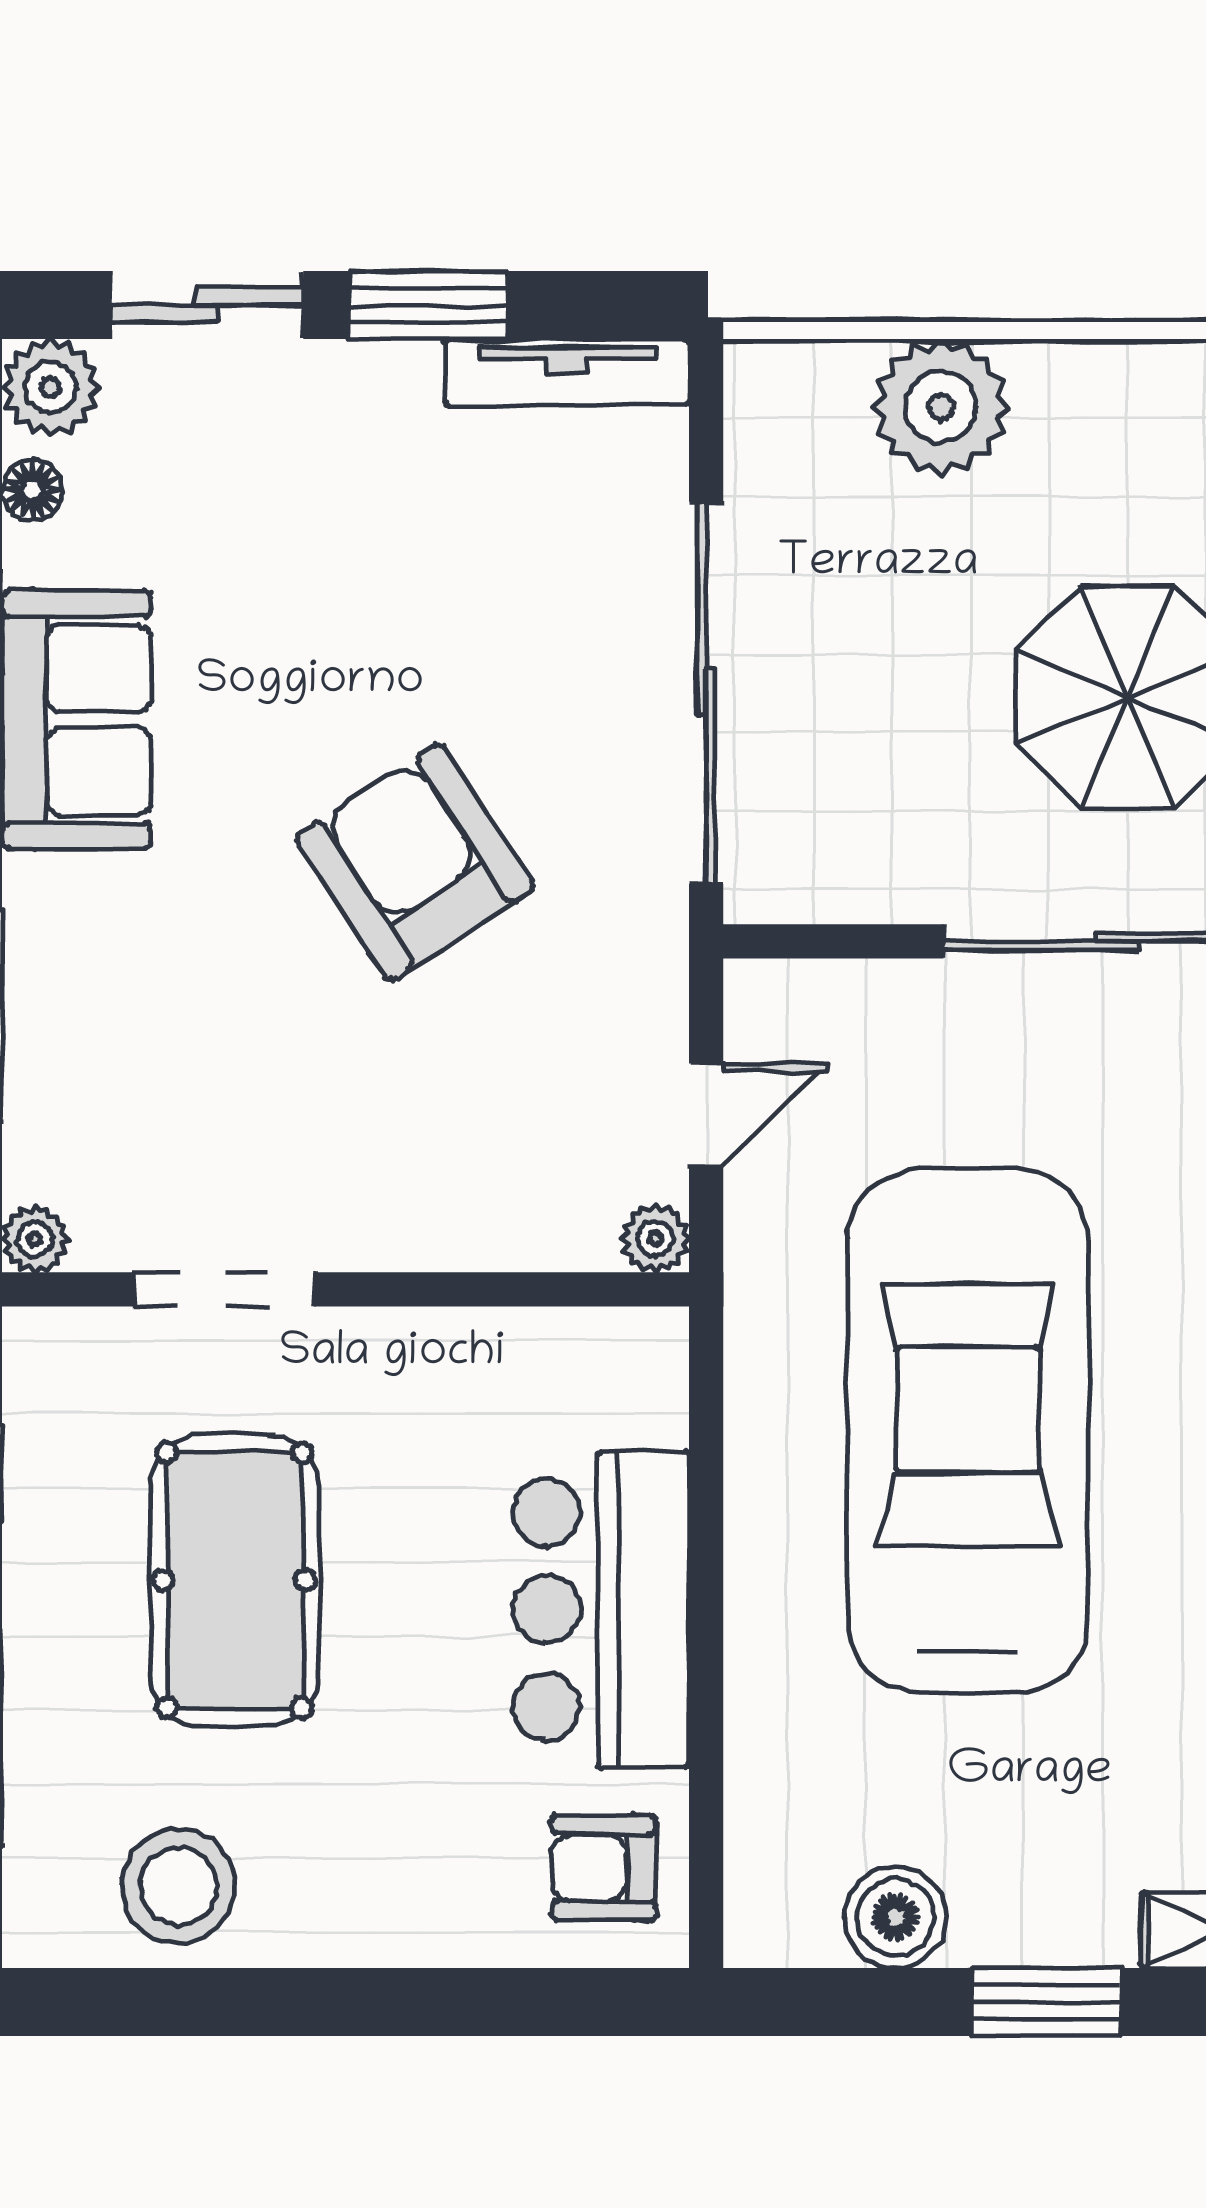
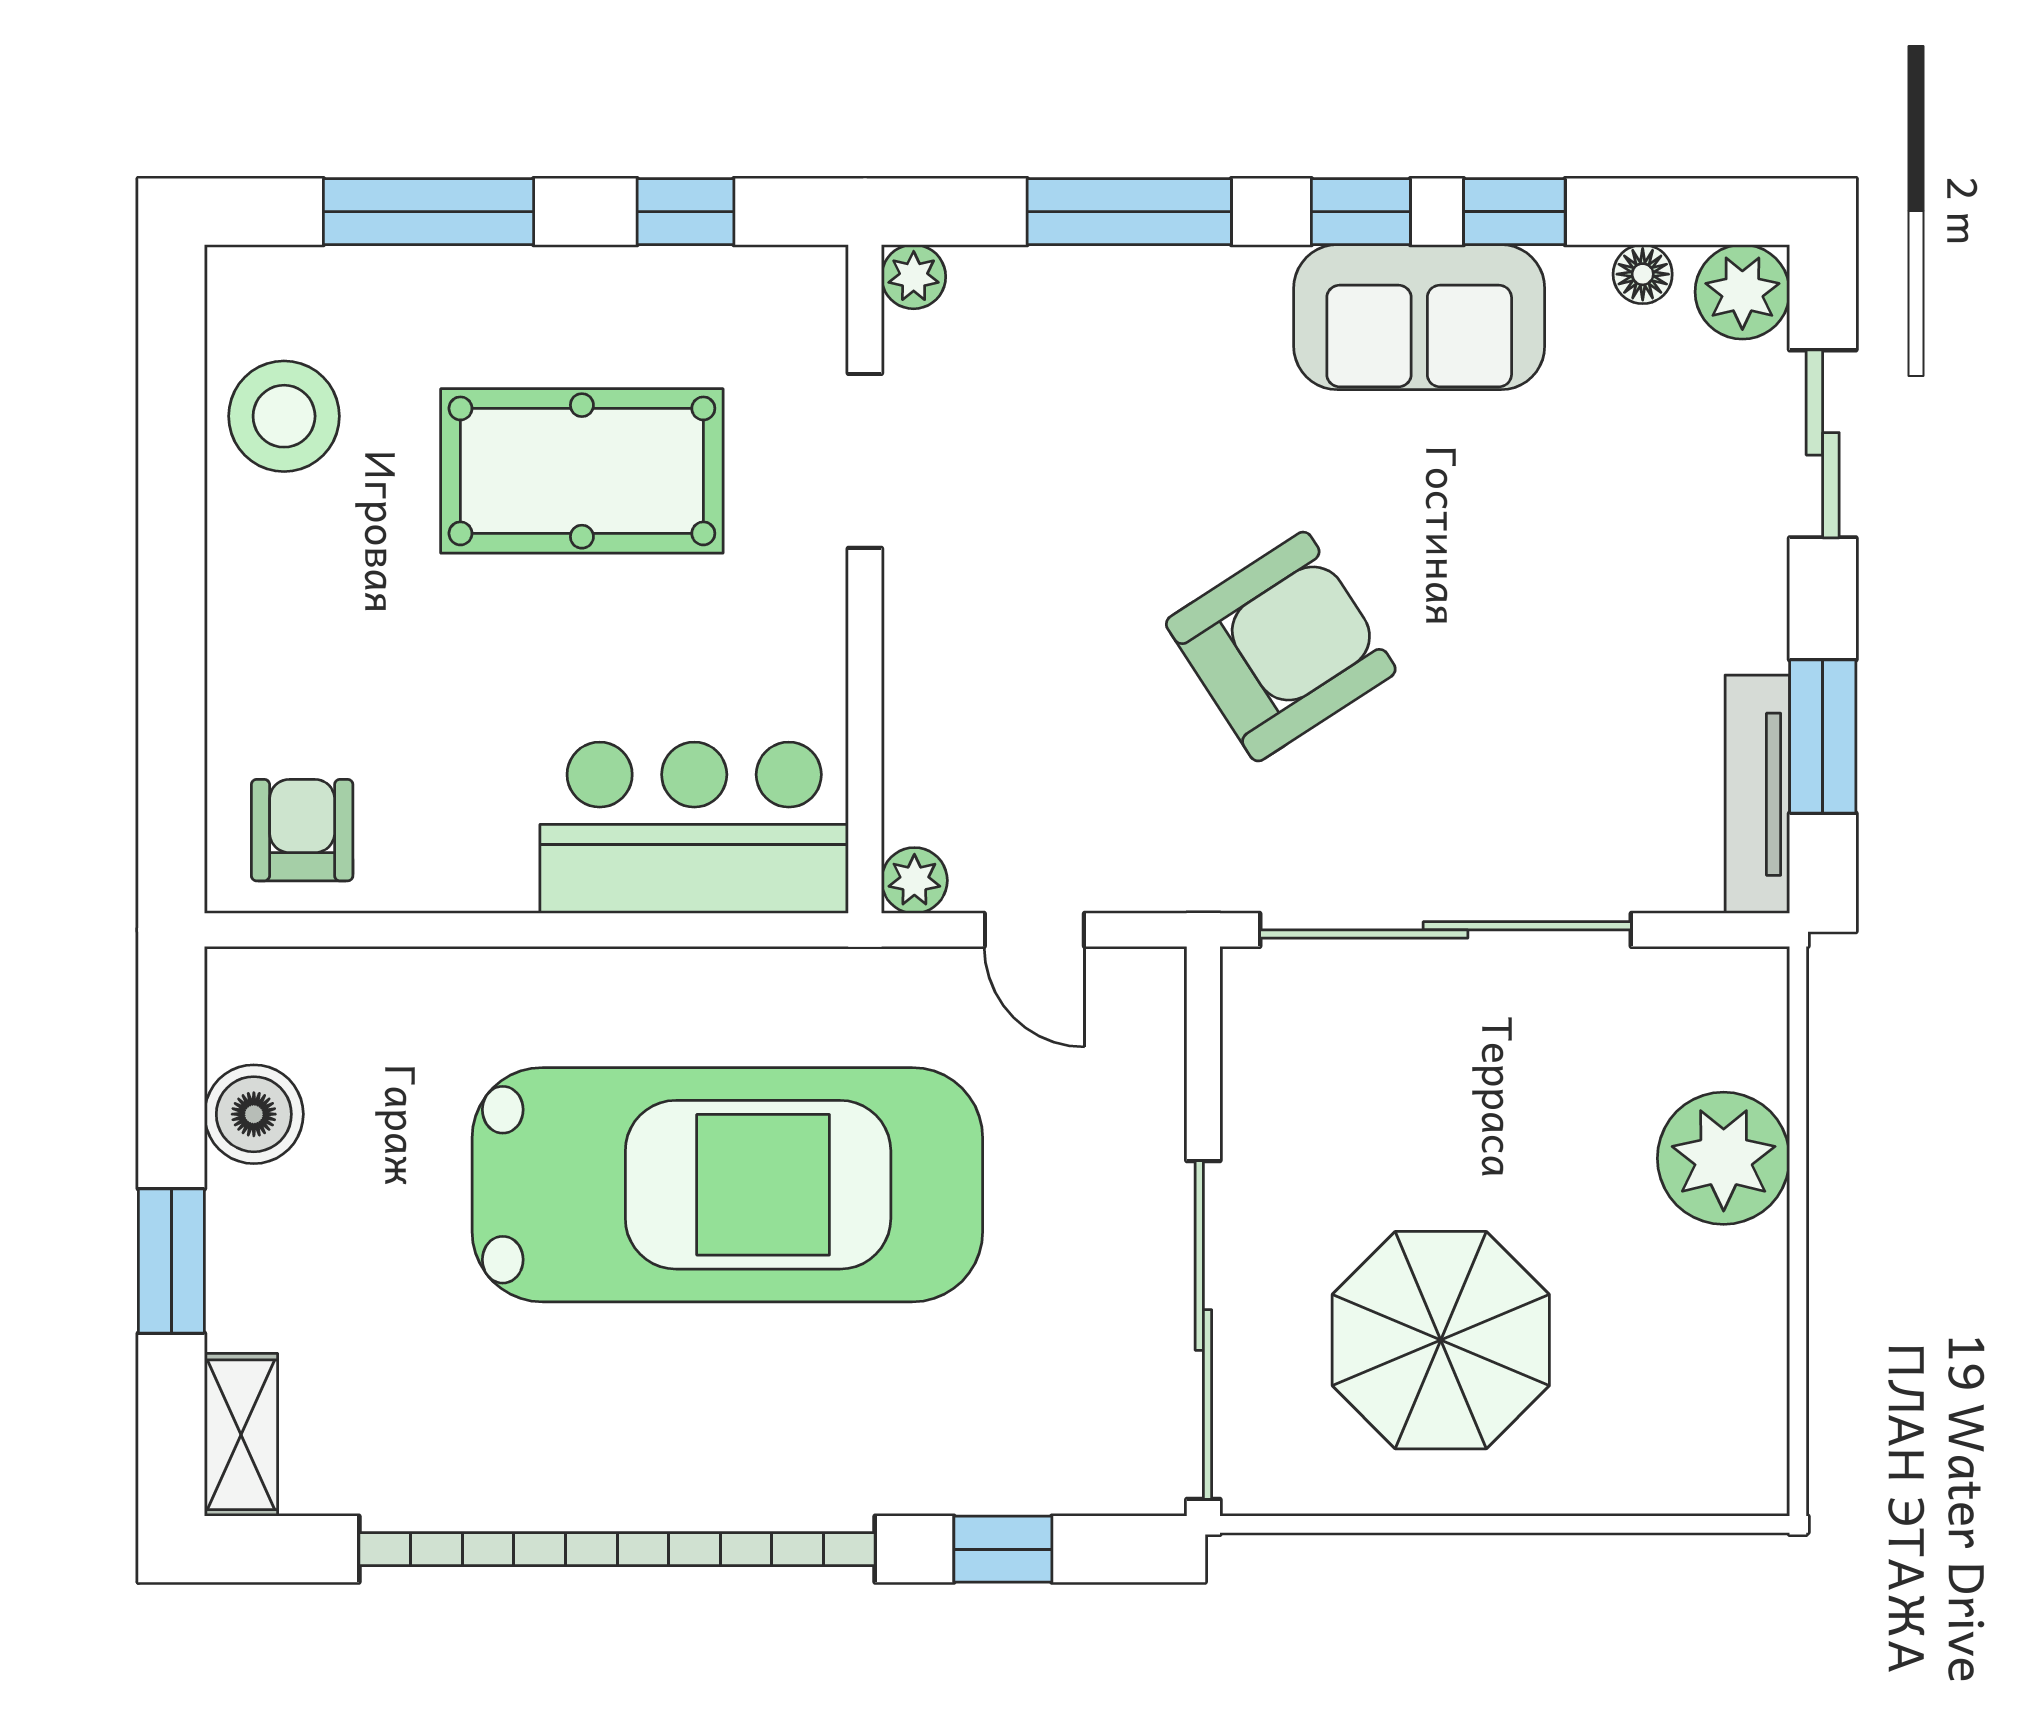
window: (429, 305) -> (1823, 737), moved
bar counter: (601, 1609) -> (694, 828), moved

